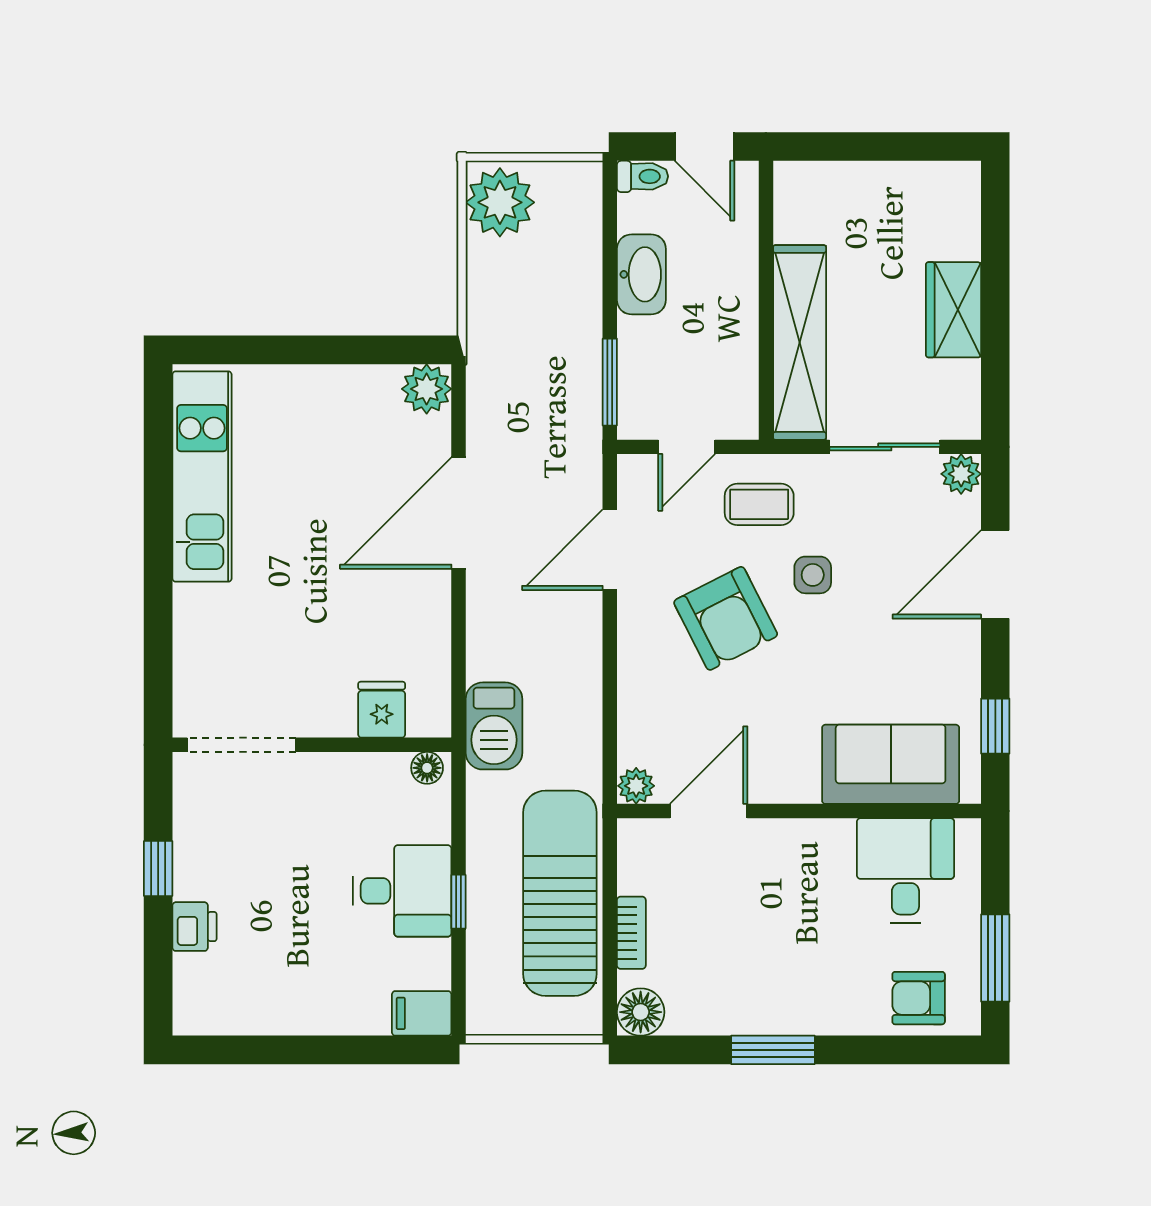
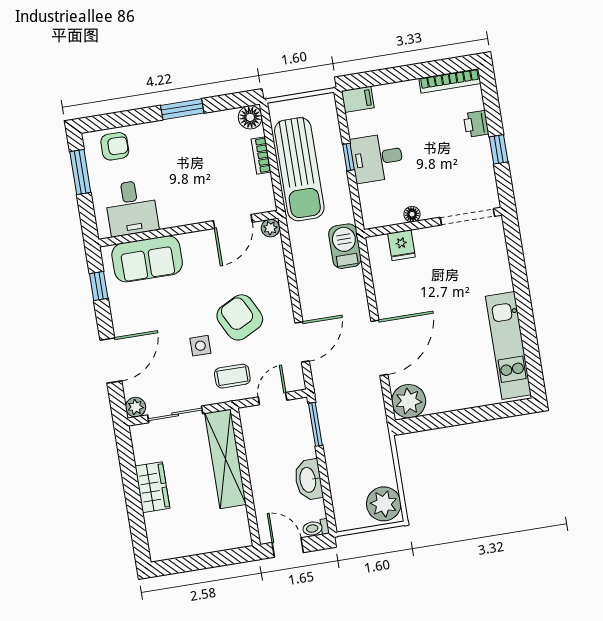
plant: (427, 389) -> (409, 401), width x1.36, depth x1.36
floor lamp: (427, 768) -> (412, 214), moved
bookcase: (233, 1020) -> (450, 81), added

